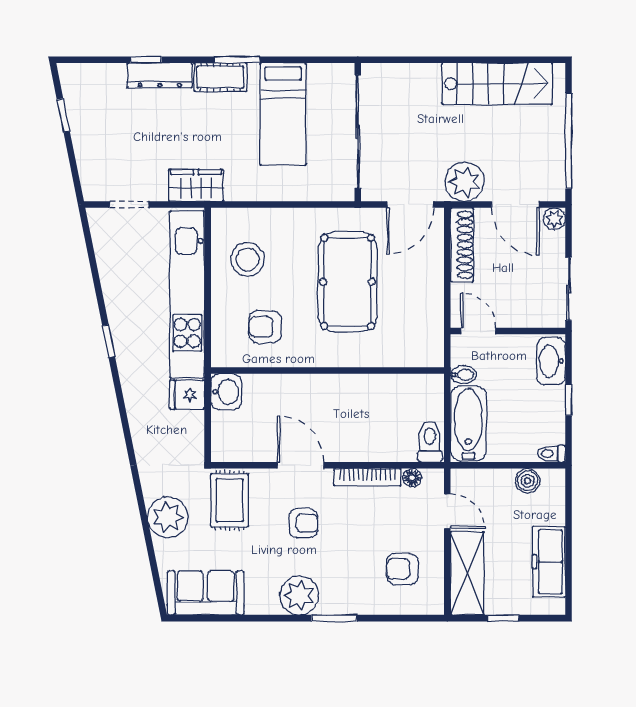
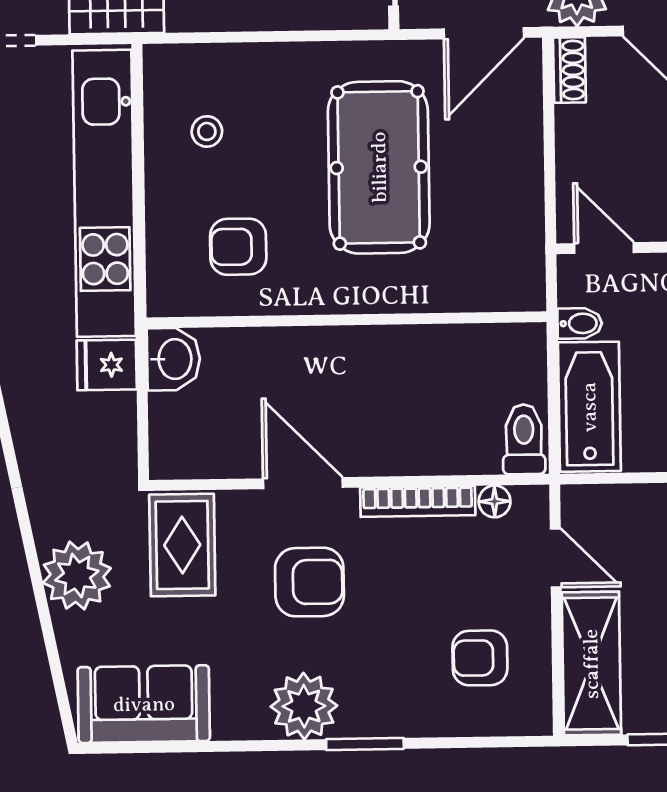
shoe rack: (462, 245) -> (569, 70), width x0.51, depth x0.81
stool: (248, 259) -> (207, 131), width x0.53, depth x0.53
armchair: (303, 523) -> (309, 582), width x1.38, depth x1.38

